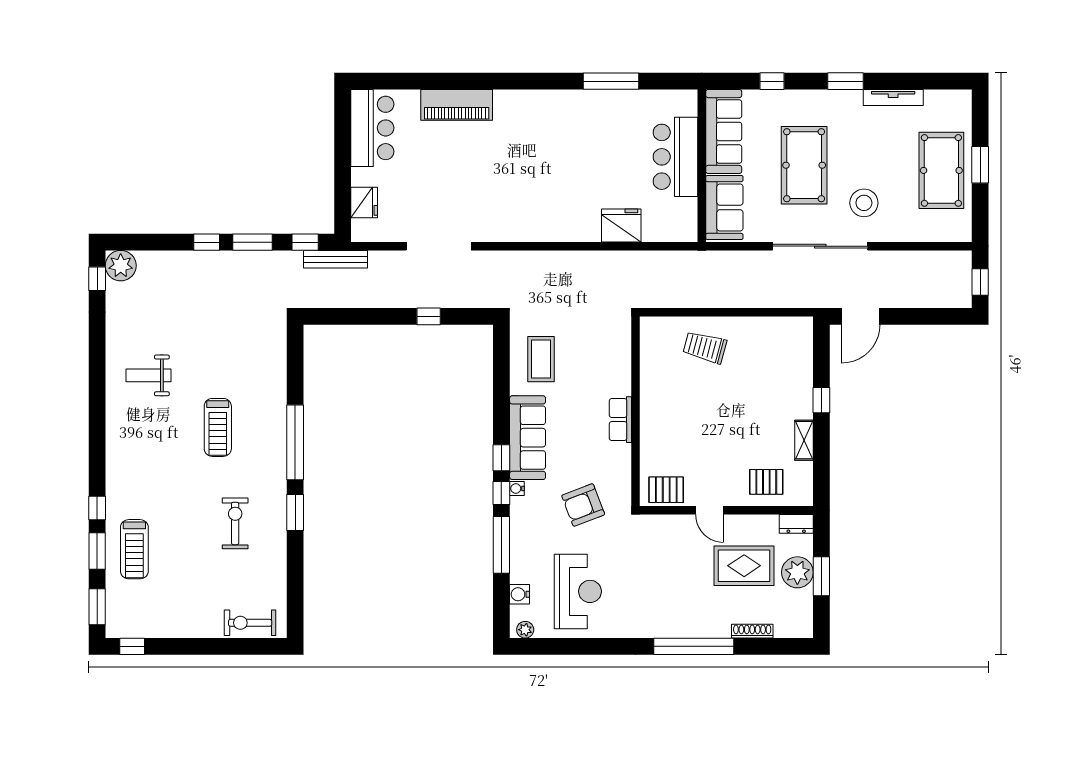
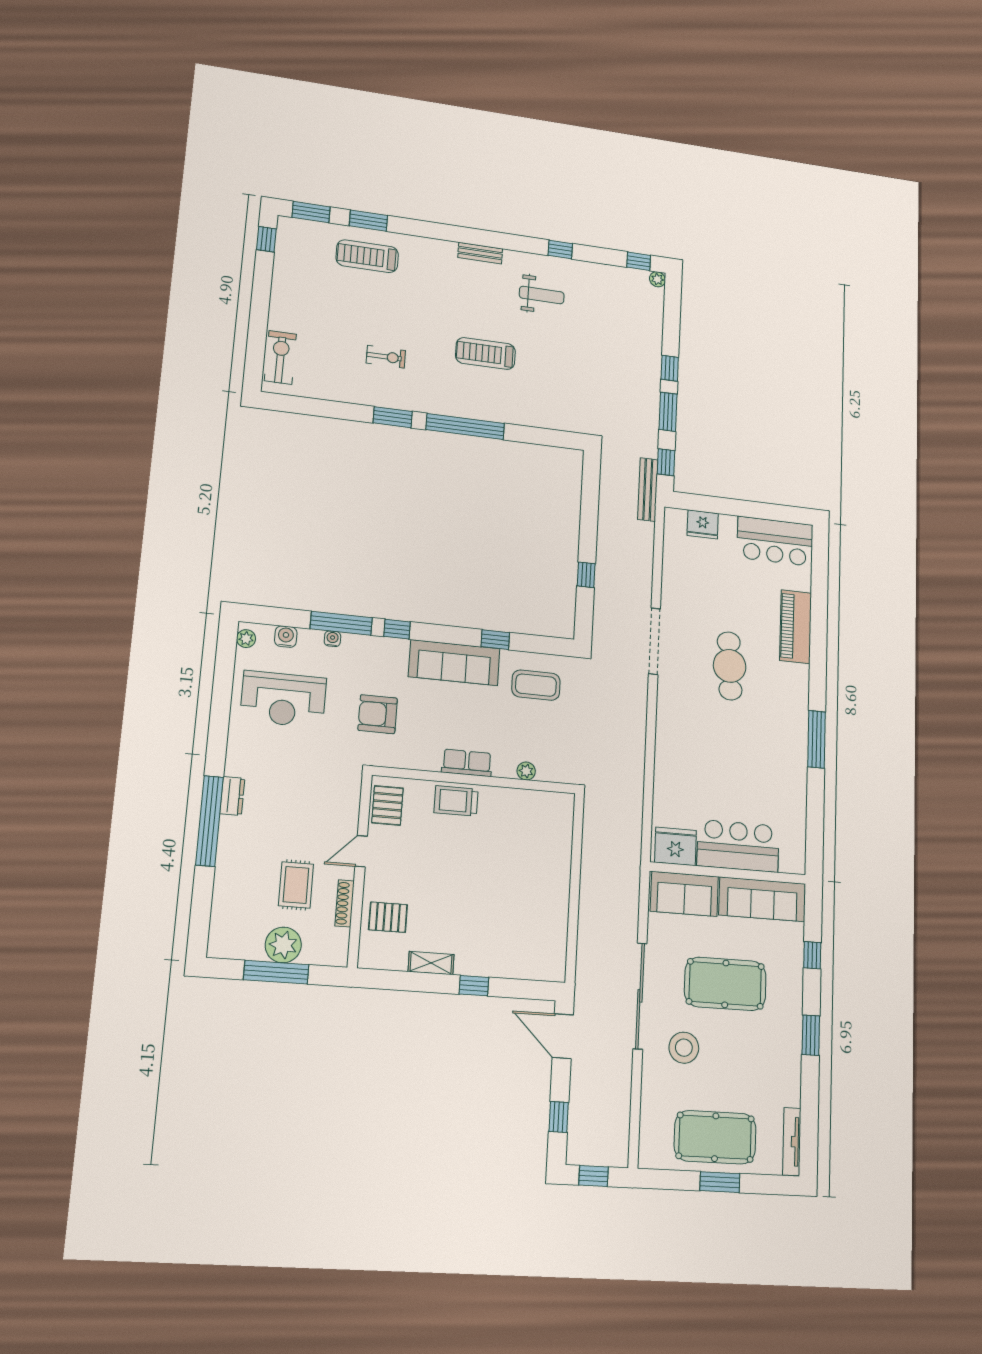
window: (611, 81) -> (816, 739), moved
tv unit: (893, 97) -> (792, 1141), moved
cafe table: (503, 171) -> (730, 666), added
fridge: (621, 225) -> (675, 846), moved, turned -90
doorway: (439, 246) -> (655, 641), moved
plant: (121, 266) -> (657, 279), width x0.53, depth x0.53
window: (931, 316) -> (559, 1117), added
trolley: (705, 347) -> (456, 801), moved, turned -105
plant: (623, 364) -> (526, 771), added
weight bench: (148, 375) -> (542, 295), turned 90
bench: (114, 439) -> (480, 253), added
window: (501, 458) -> (495, 640), moved
pallet: (766, 482) -> (388, 917), turned 90
water cooler: (517, 488) -> (332, 639), moved
armchair: (583, 505) -> (378, 714), turned -69
window: (97, 508) -> (560, 249), moved
exercise bike: (235, 523) -> (386, 357), width x0.73, depth x0.72
dresser: (796, 524) -> (232, 796), moved, turned 180
rug: (744, 566) -> (296, 885), width x0.73, depth x0.70
window: (821, 576) -> (276, 972), width x1.44
shoe rack: (752, 631) -> (345, 903), moved, turned 180

